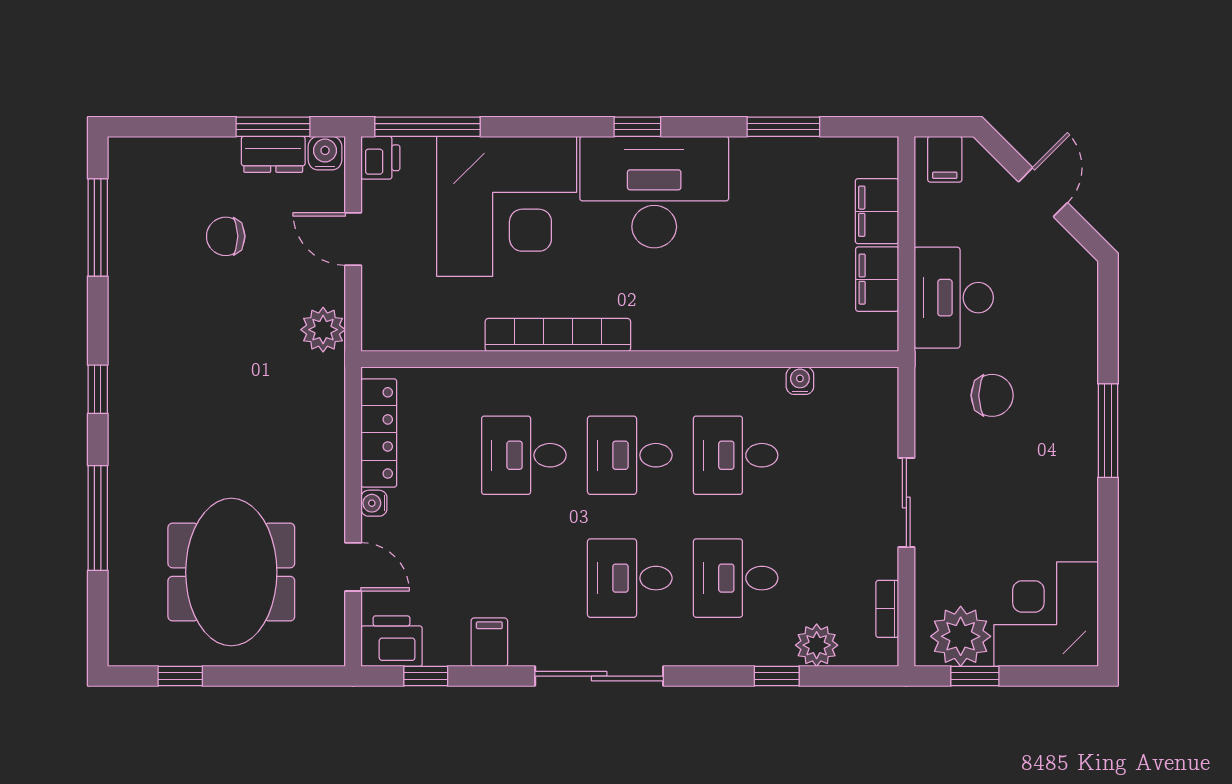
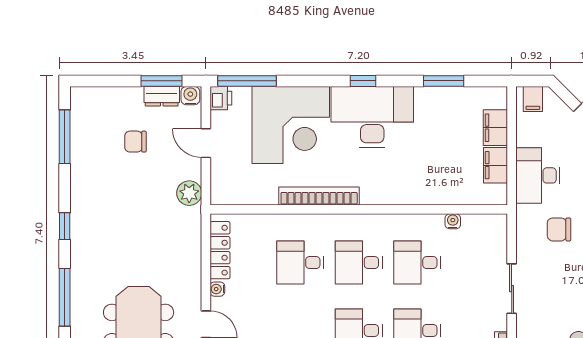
chair: (992, 395) -> (559, 229), turned 180

